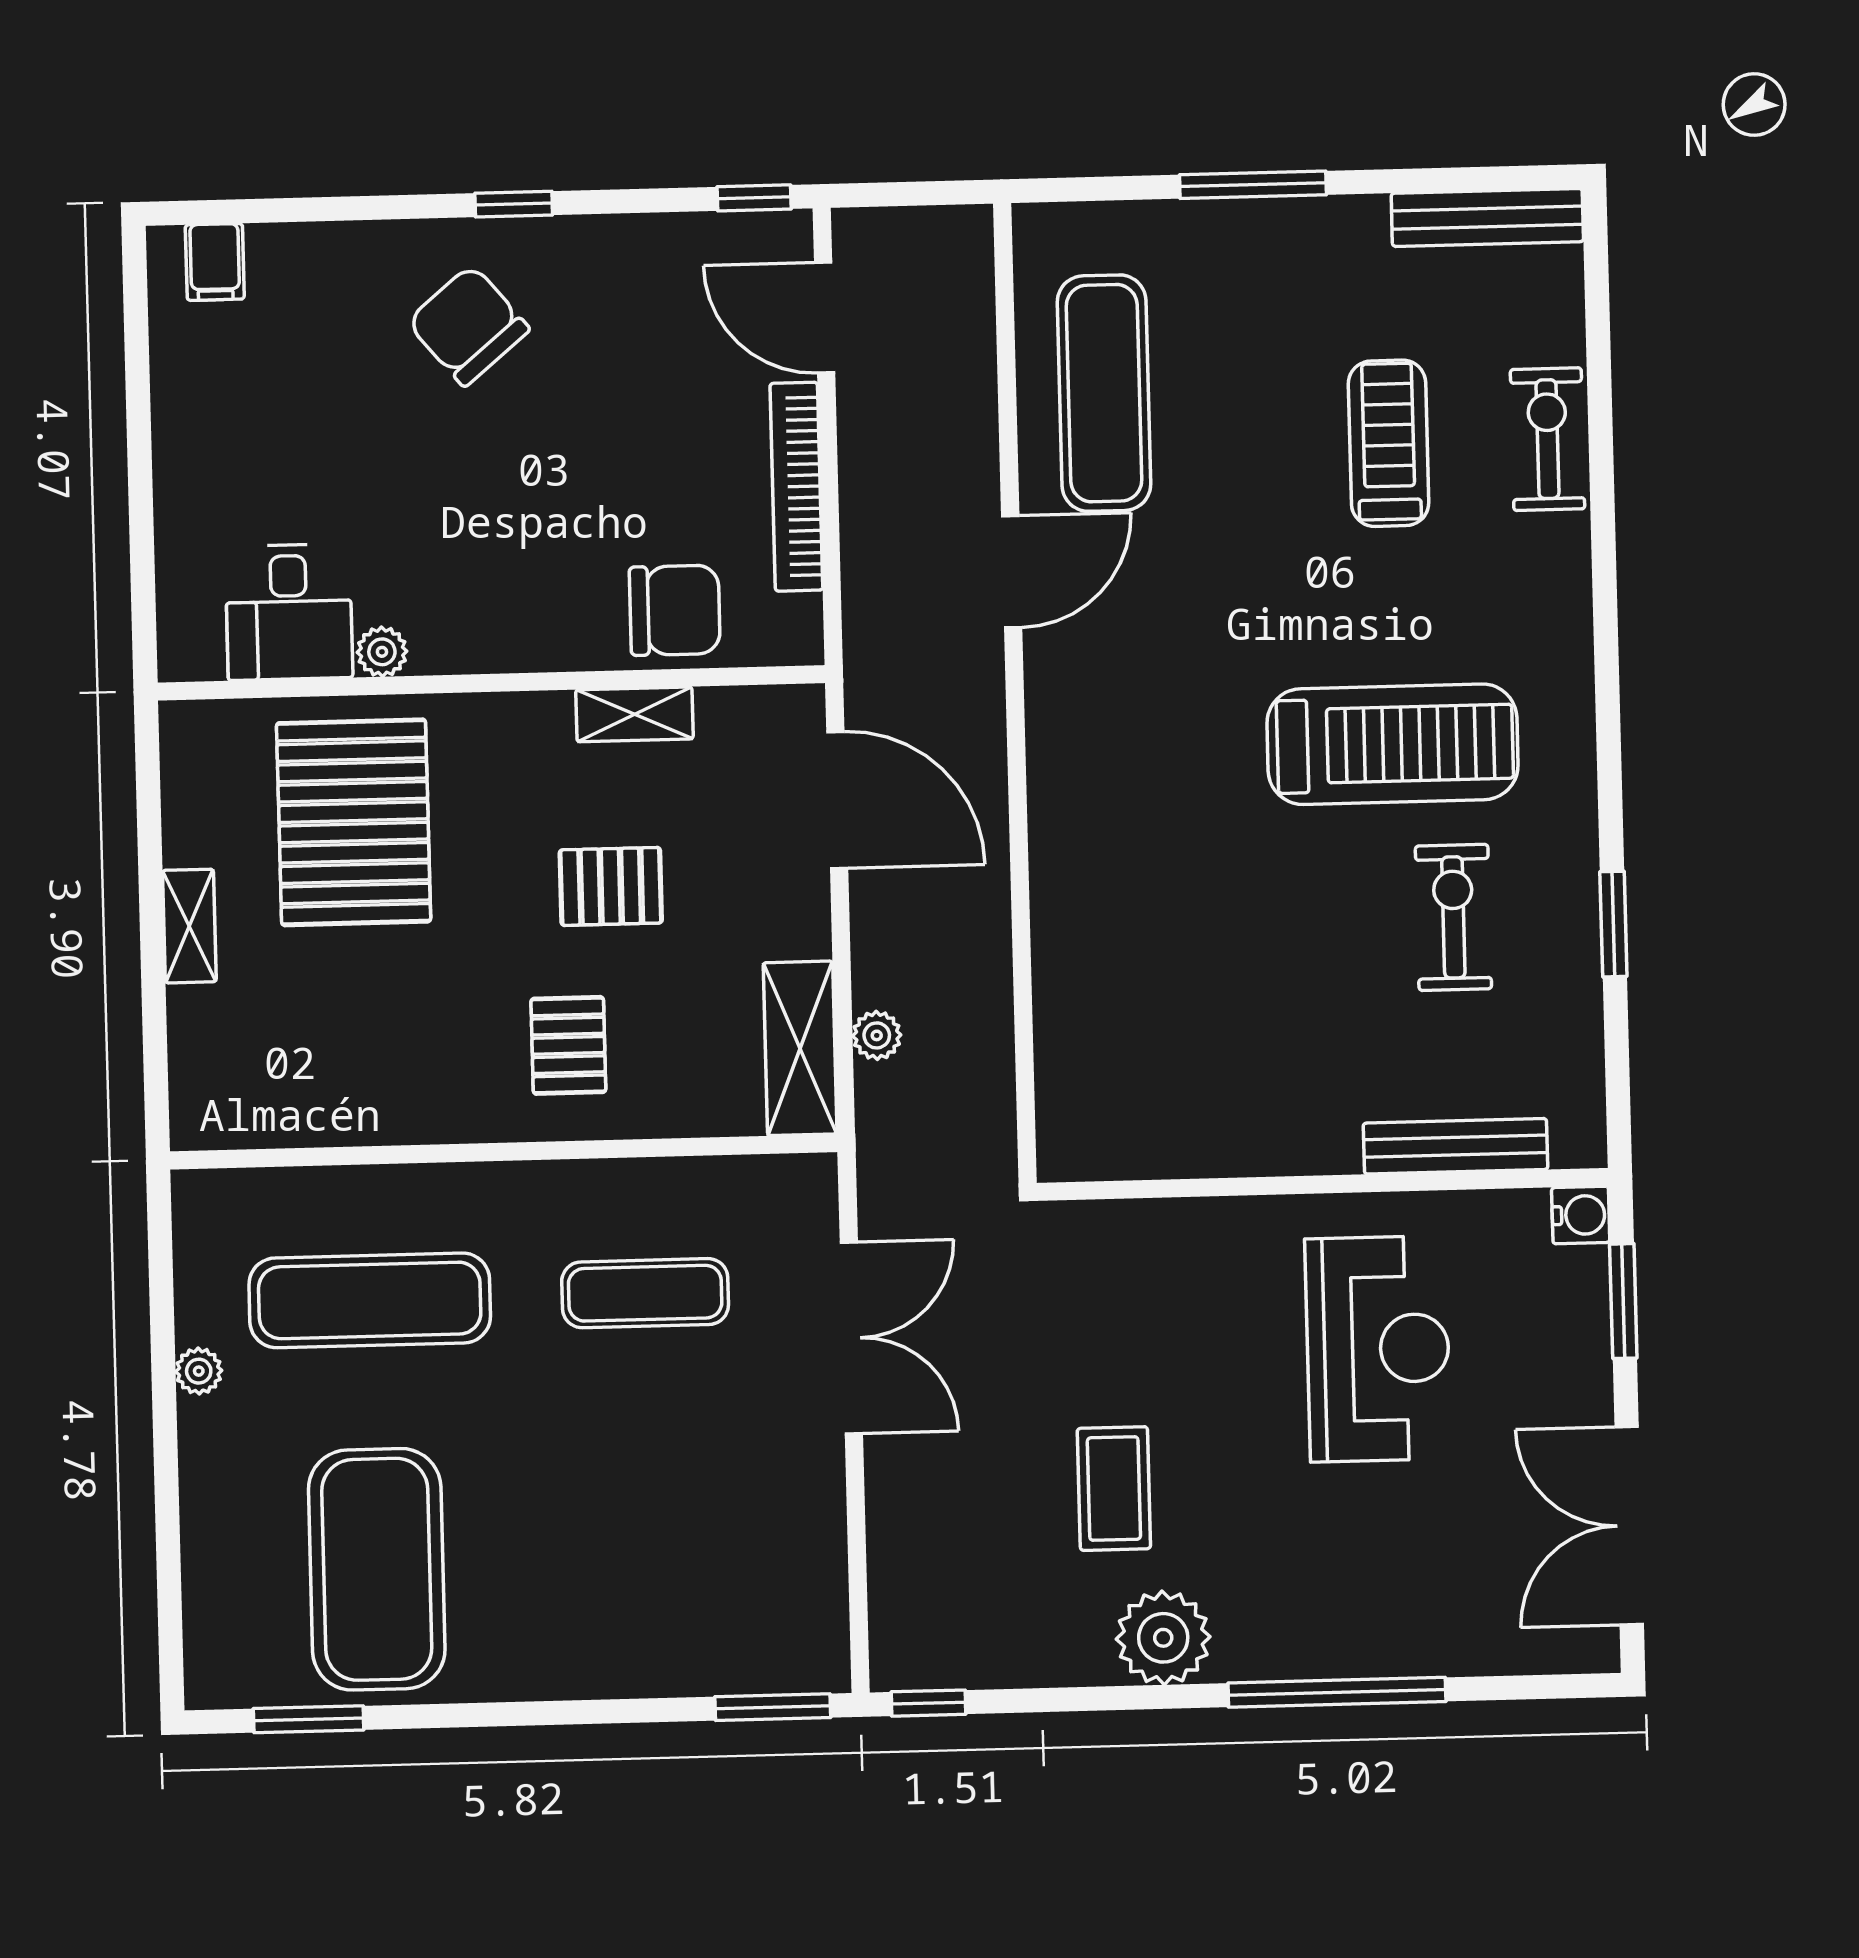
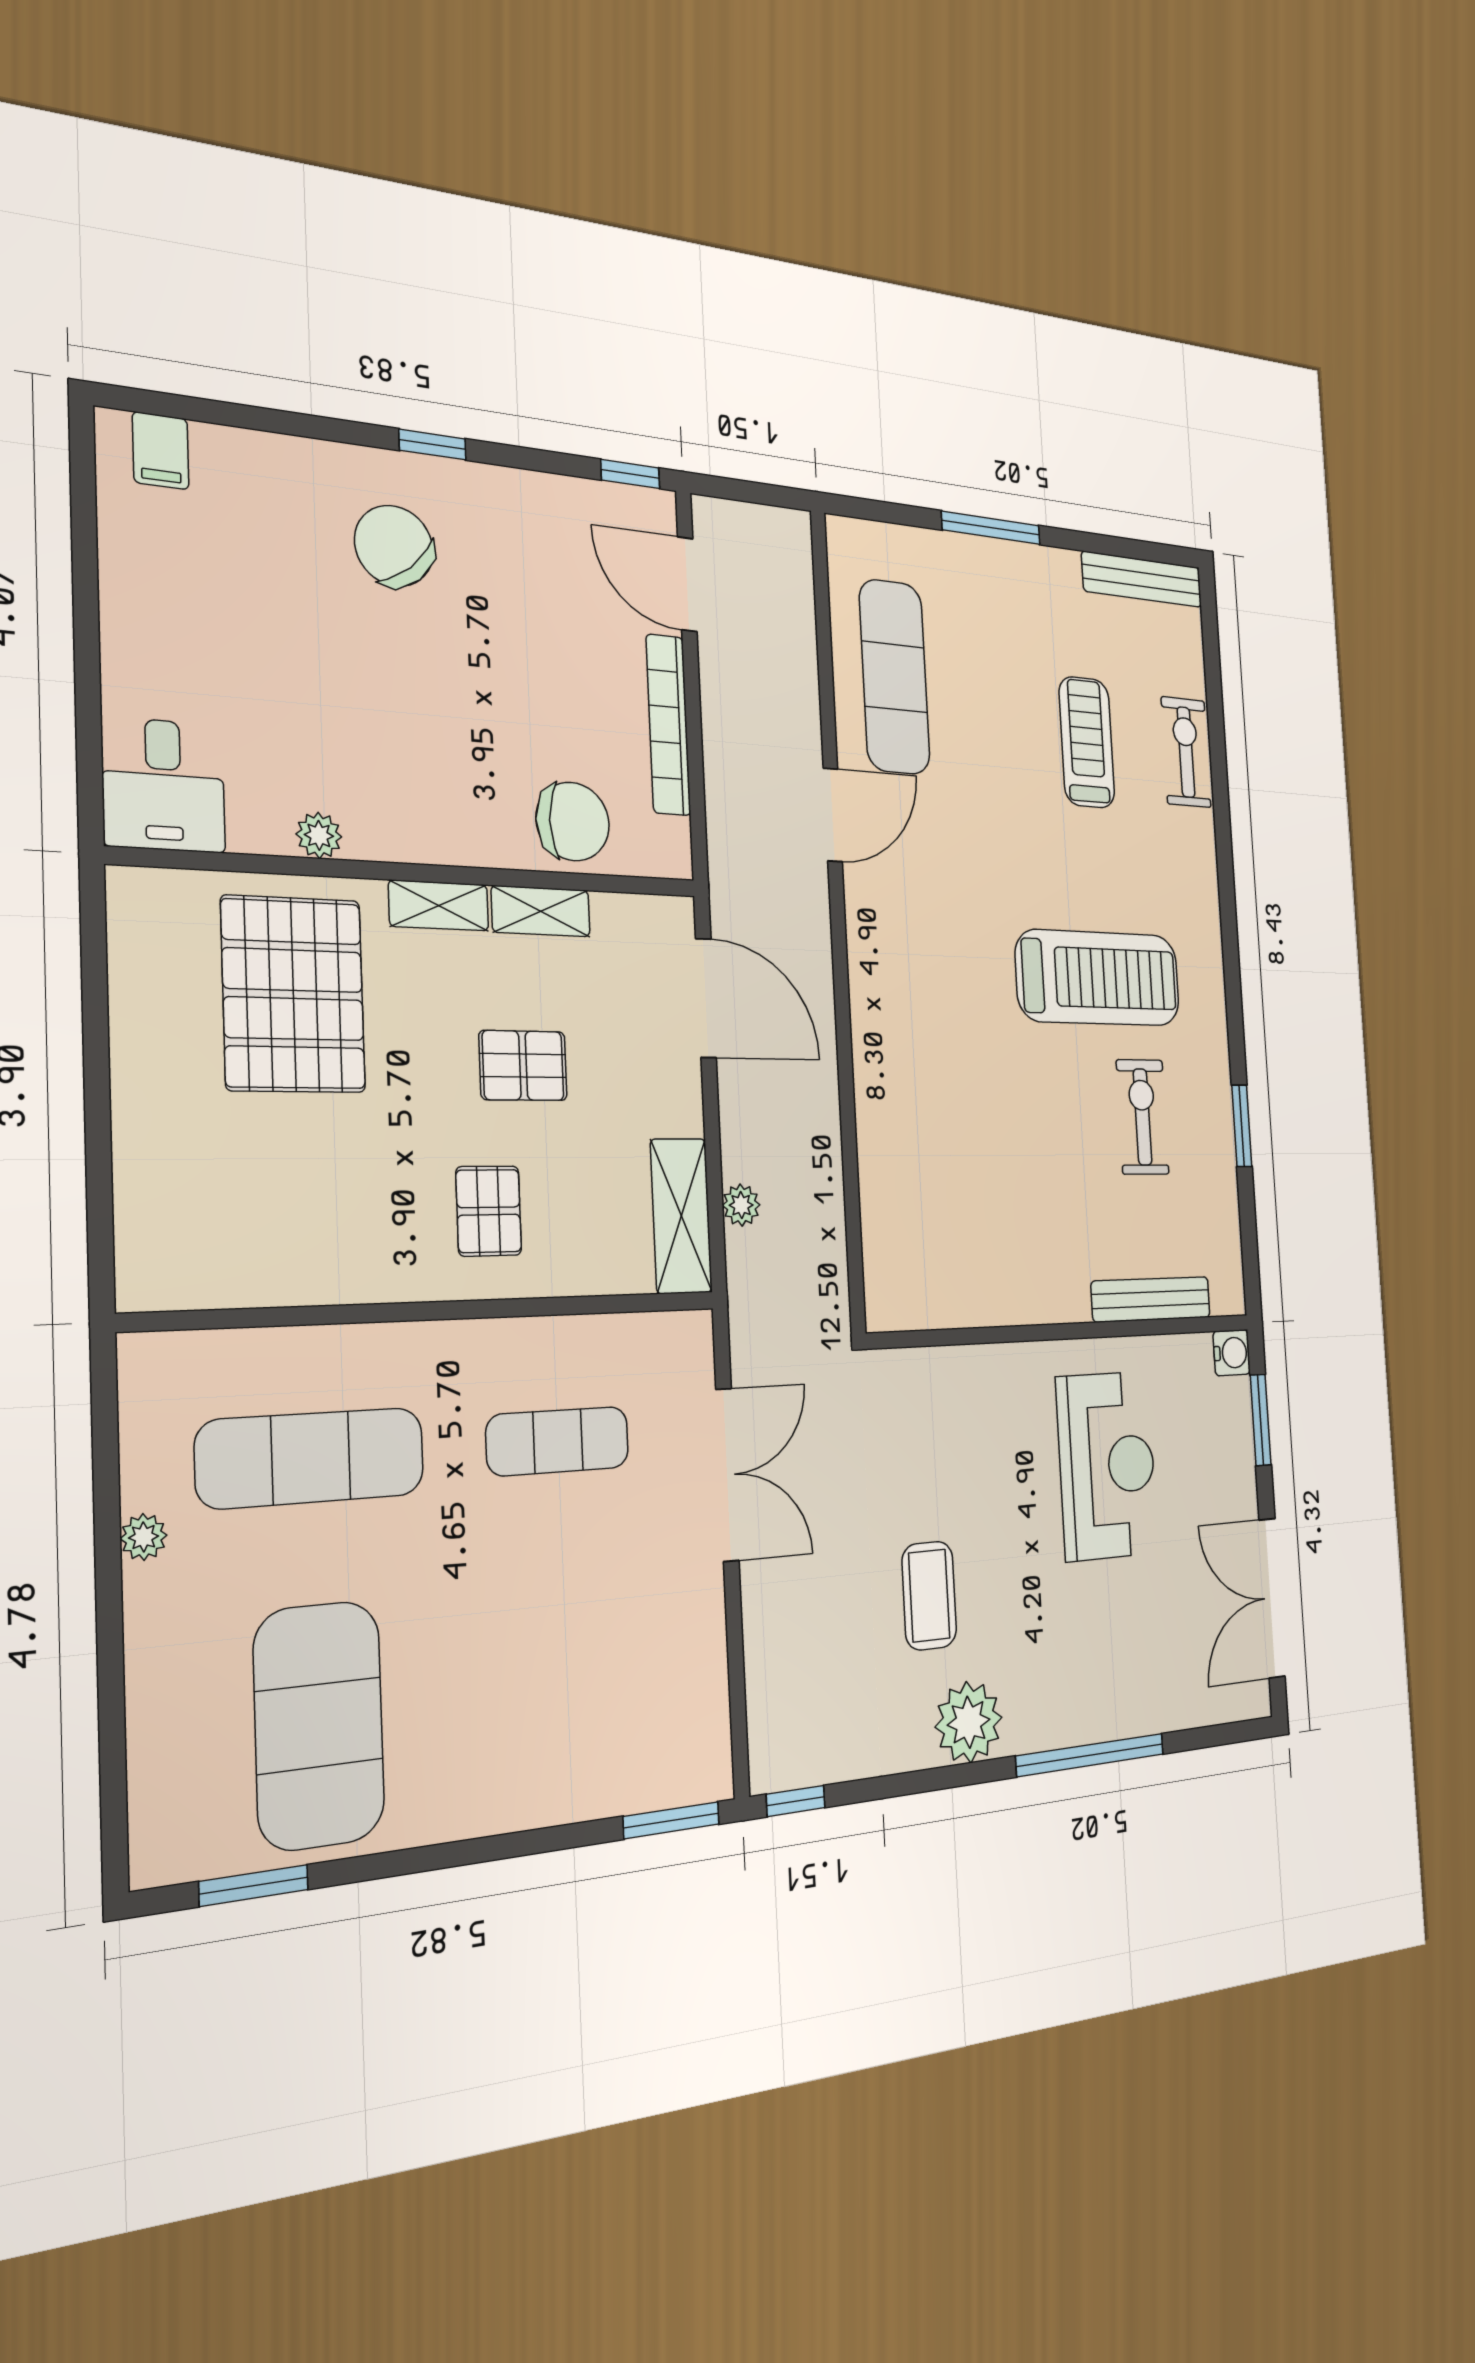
desk: (289, 612) -> (163, 785), moved
shelving: (189, 926) -> (439, 905), moved, turned 90

